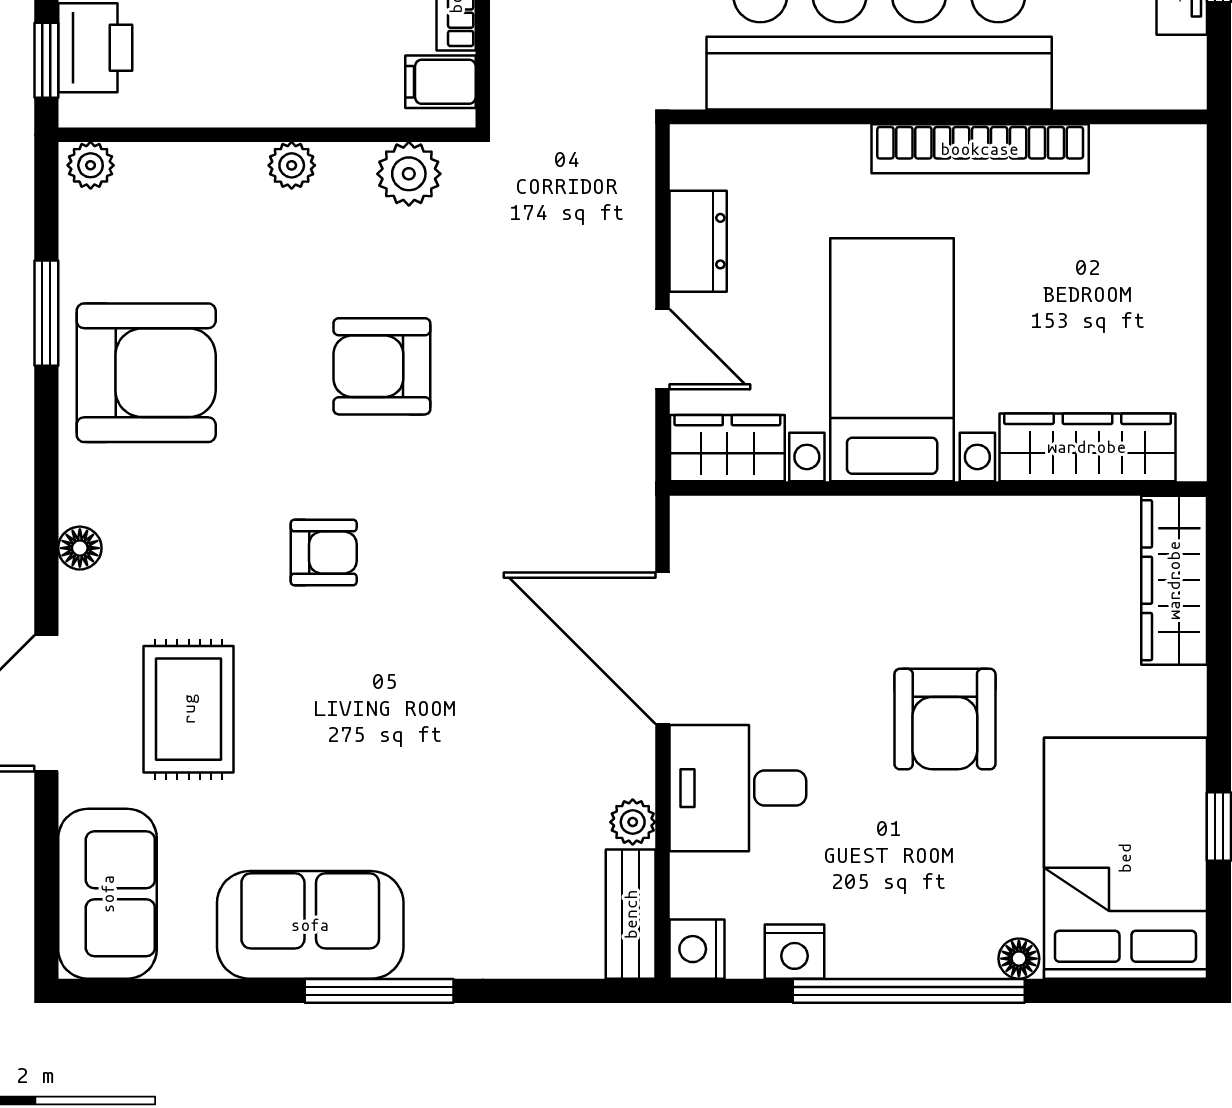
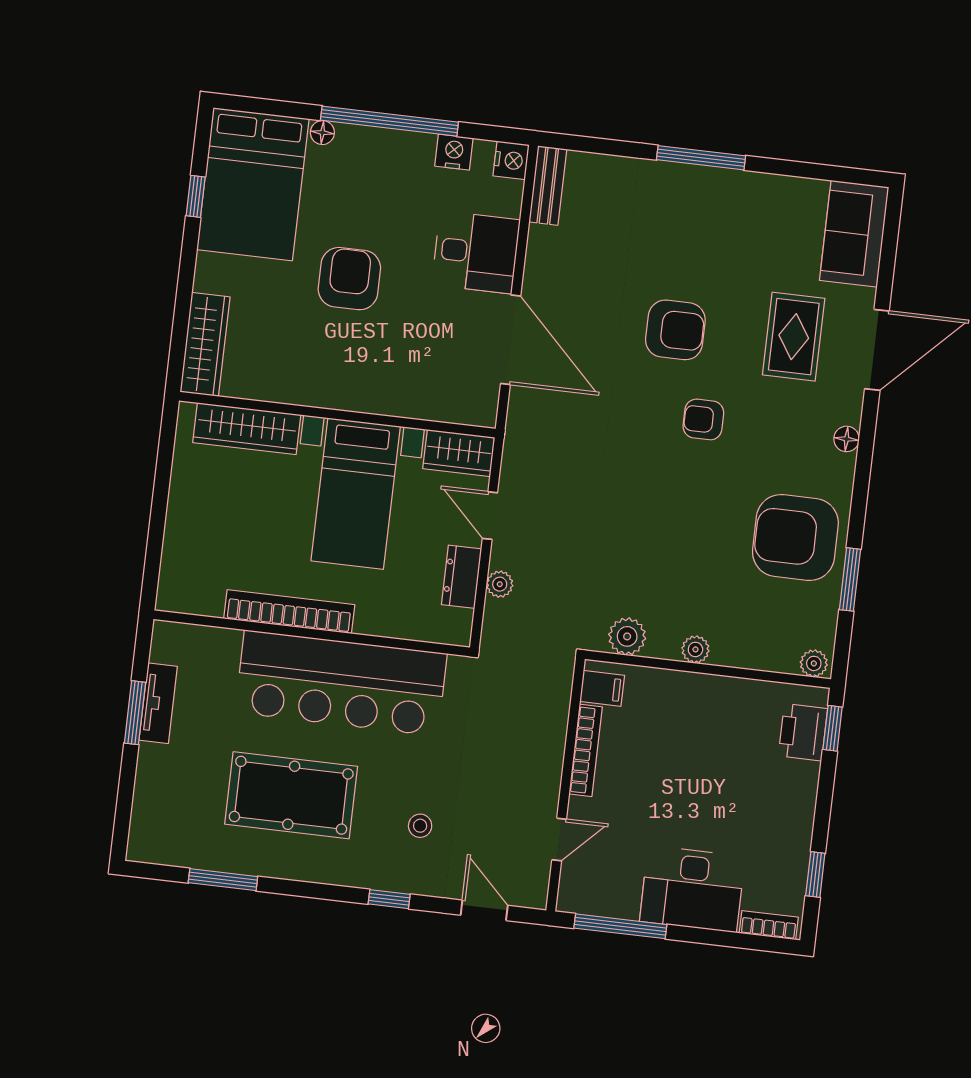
armchair: (382, 366) -> (675, 330), moved
plant: (633, 822) -> (500, 584), moved
sofa: (310, 925) -> (737, 201), removed

